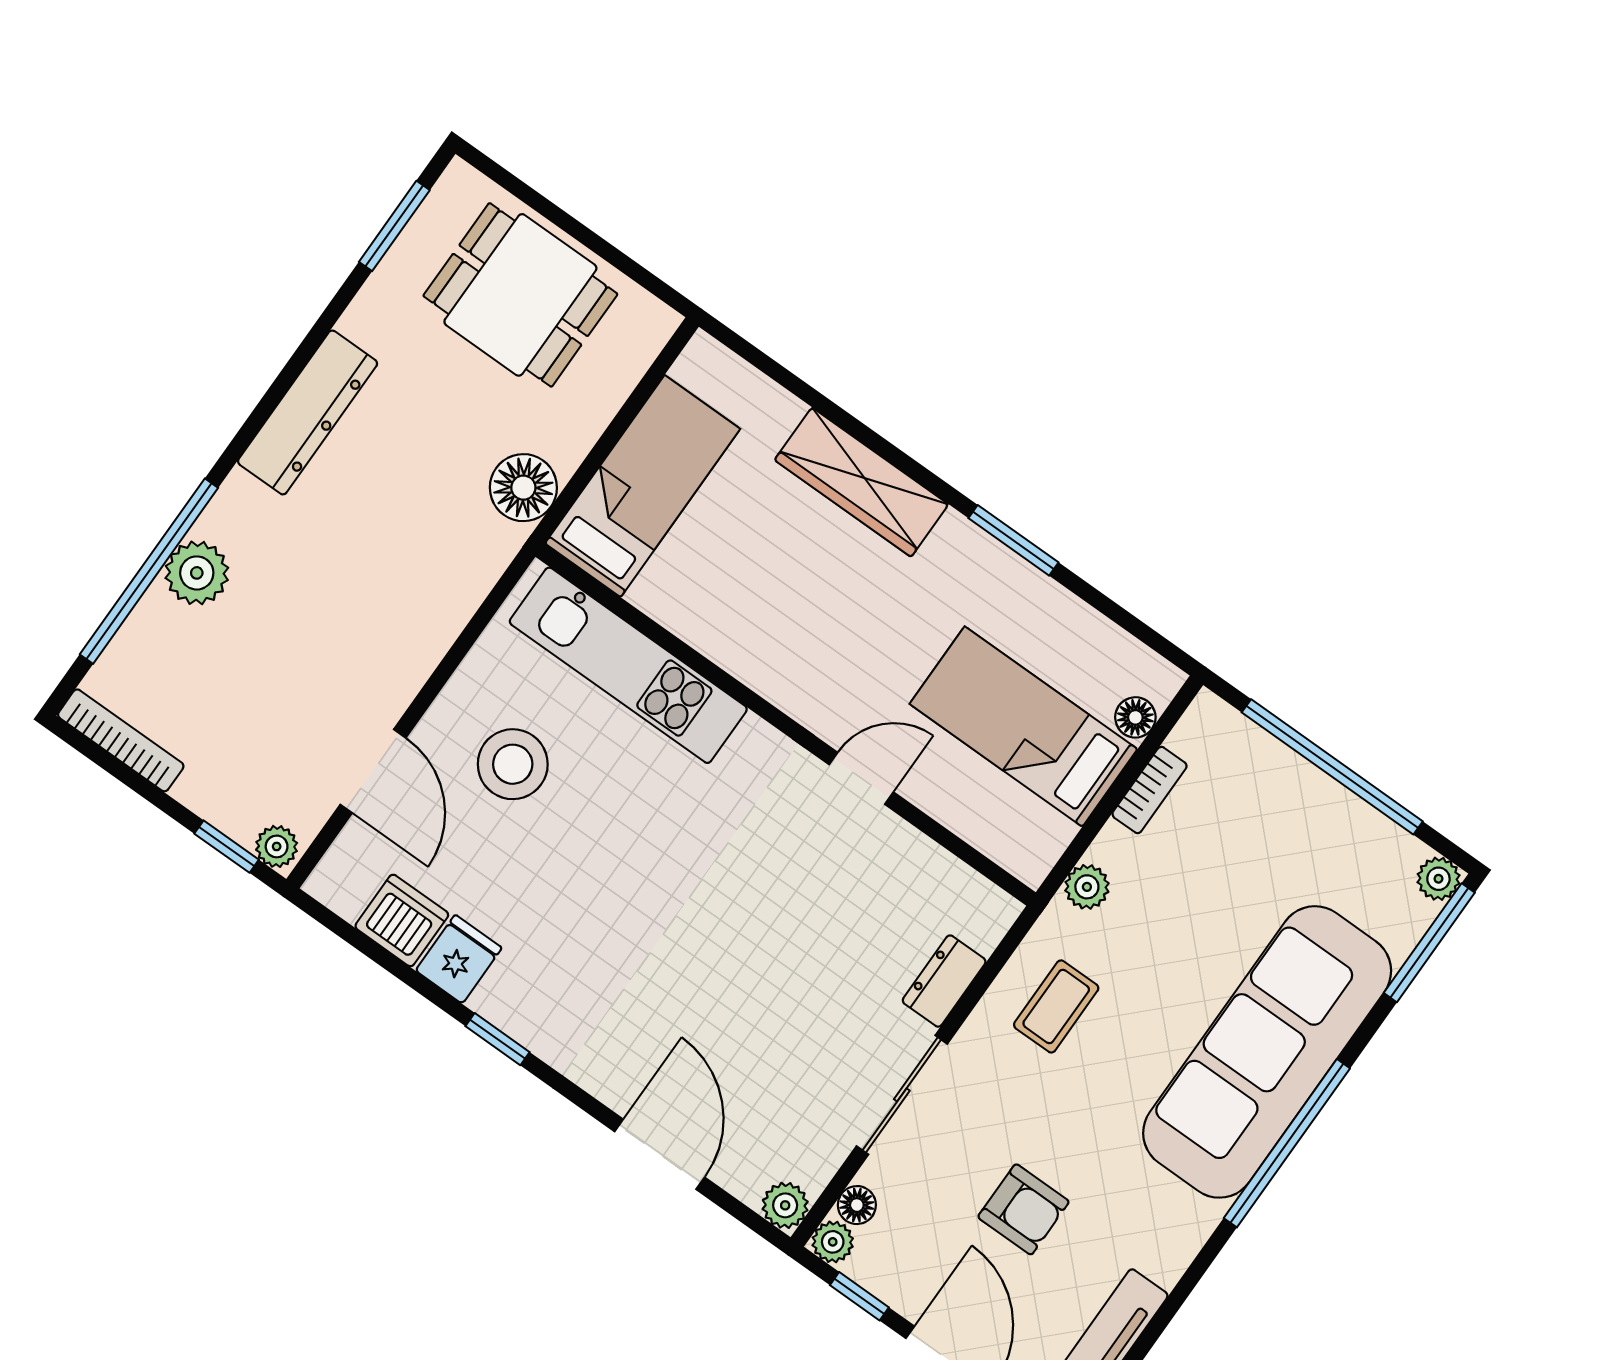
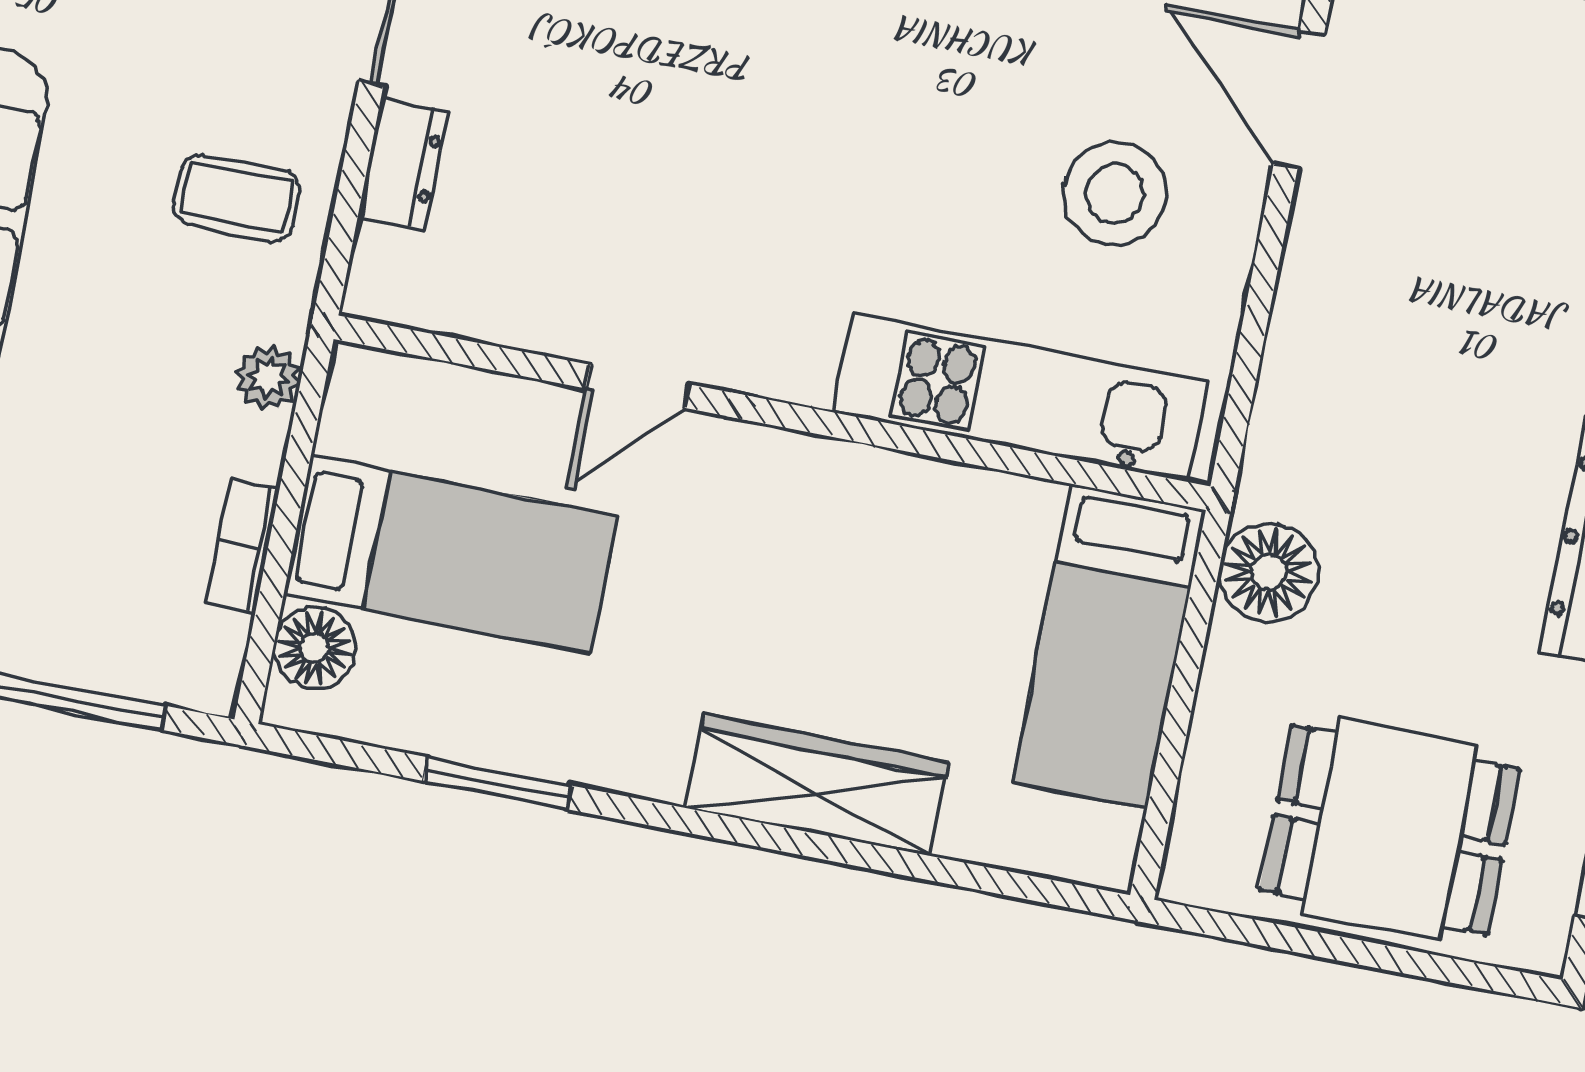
window: (1013, 540) -> (497, 783), moved
floor lamp: (1135, 717) -> (314, 648), width x1.37, depth x1.37
coffee table: (1056, 1006) -> (237, 198), turned 90

